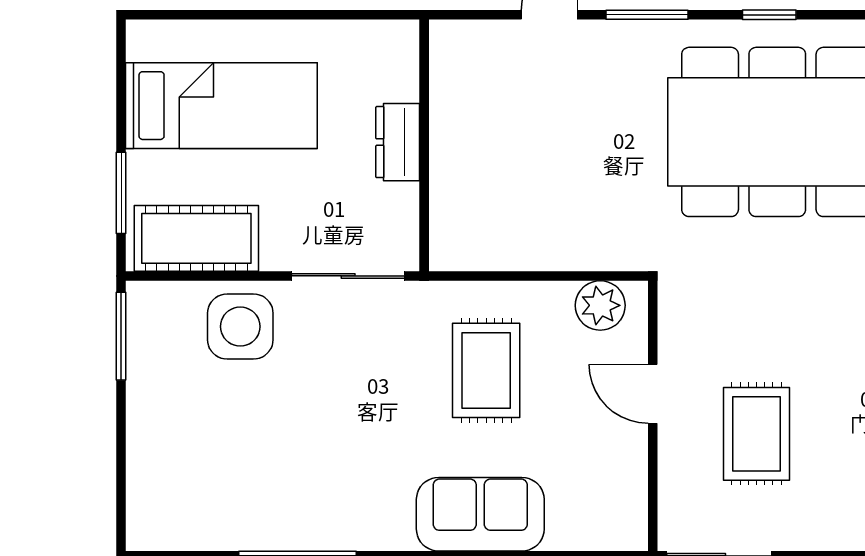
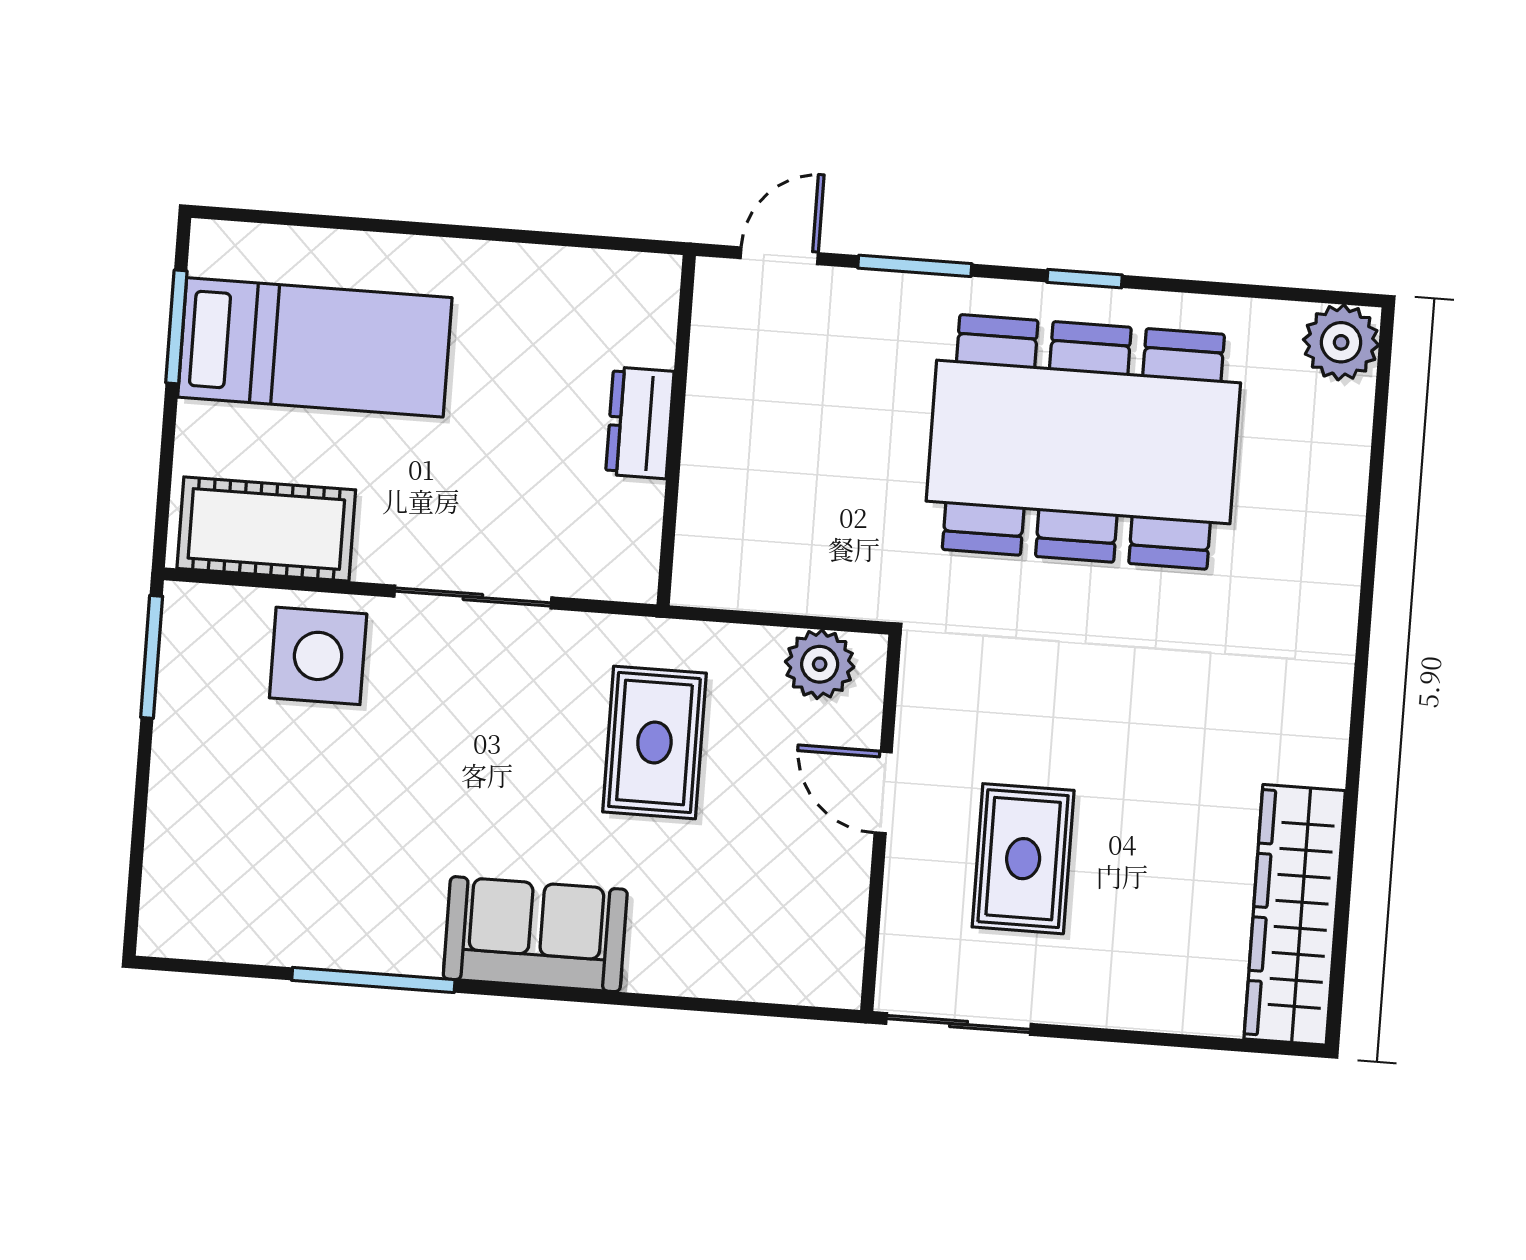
dresser: (398, 142) -> (640, 423), moved
wall: (424, 145) -> (676, 430), moved
window: (121, 193) -> (176, 327), moved
sofa: (480, 514) -> (535, 934), moved

